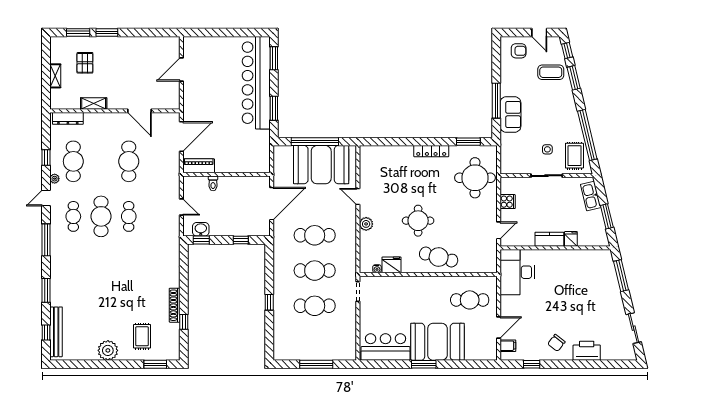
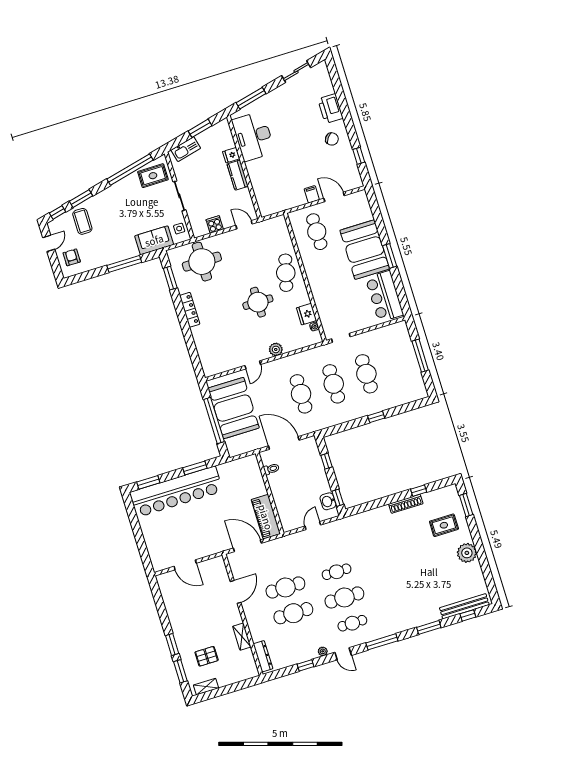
shelving: (55, 76) -> (206, 687), moved
sofa: (510, 115) -> (154, 240), moved
side table: (547, 149) -> (179, 229), moved
cafe table: (73, 161) -> (293, 613), moved
piano: (199, 166) -> (266, 517), width x1.37, depth x1.33
toilet: (213, 183) -> (271, 469), moved
desk: (517, 272) -> (253, 136), moved, turned 90
filing cabinet: (508, 346) -> (312, 194), moved

